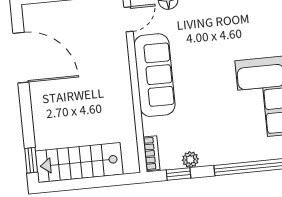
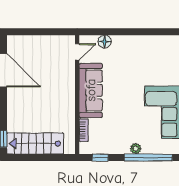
bookcase: (152, 153) -> (84, 130), moved
plant: (190, 160) -> (136, 149), moved

